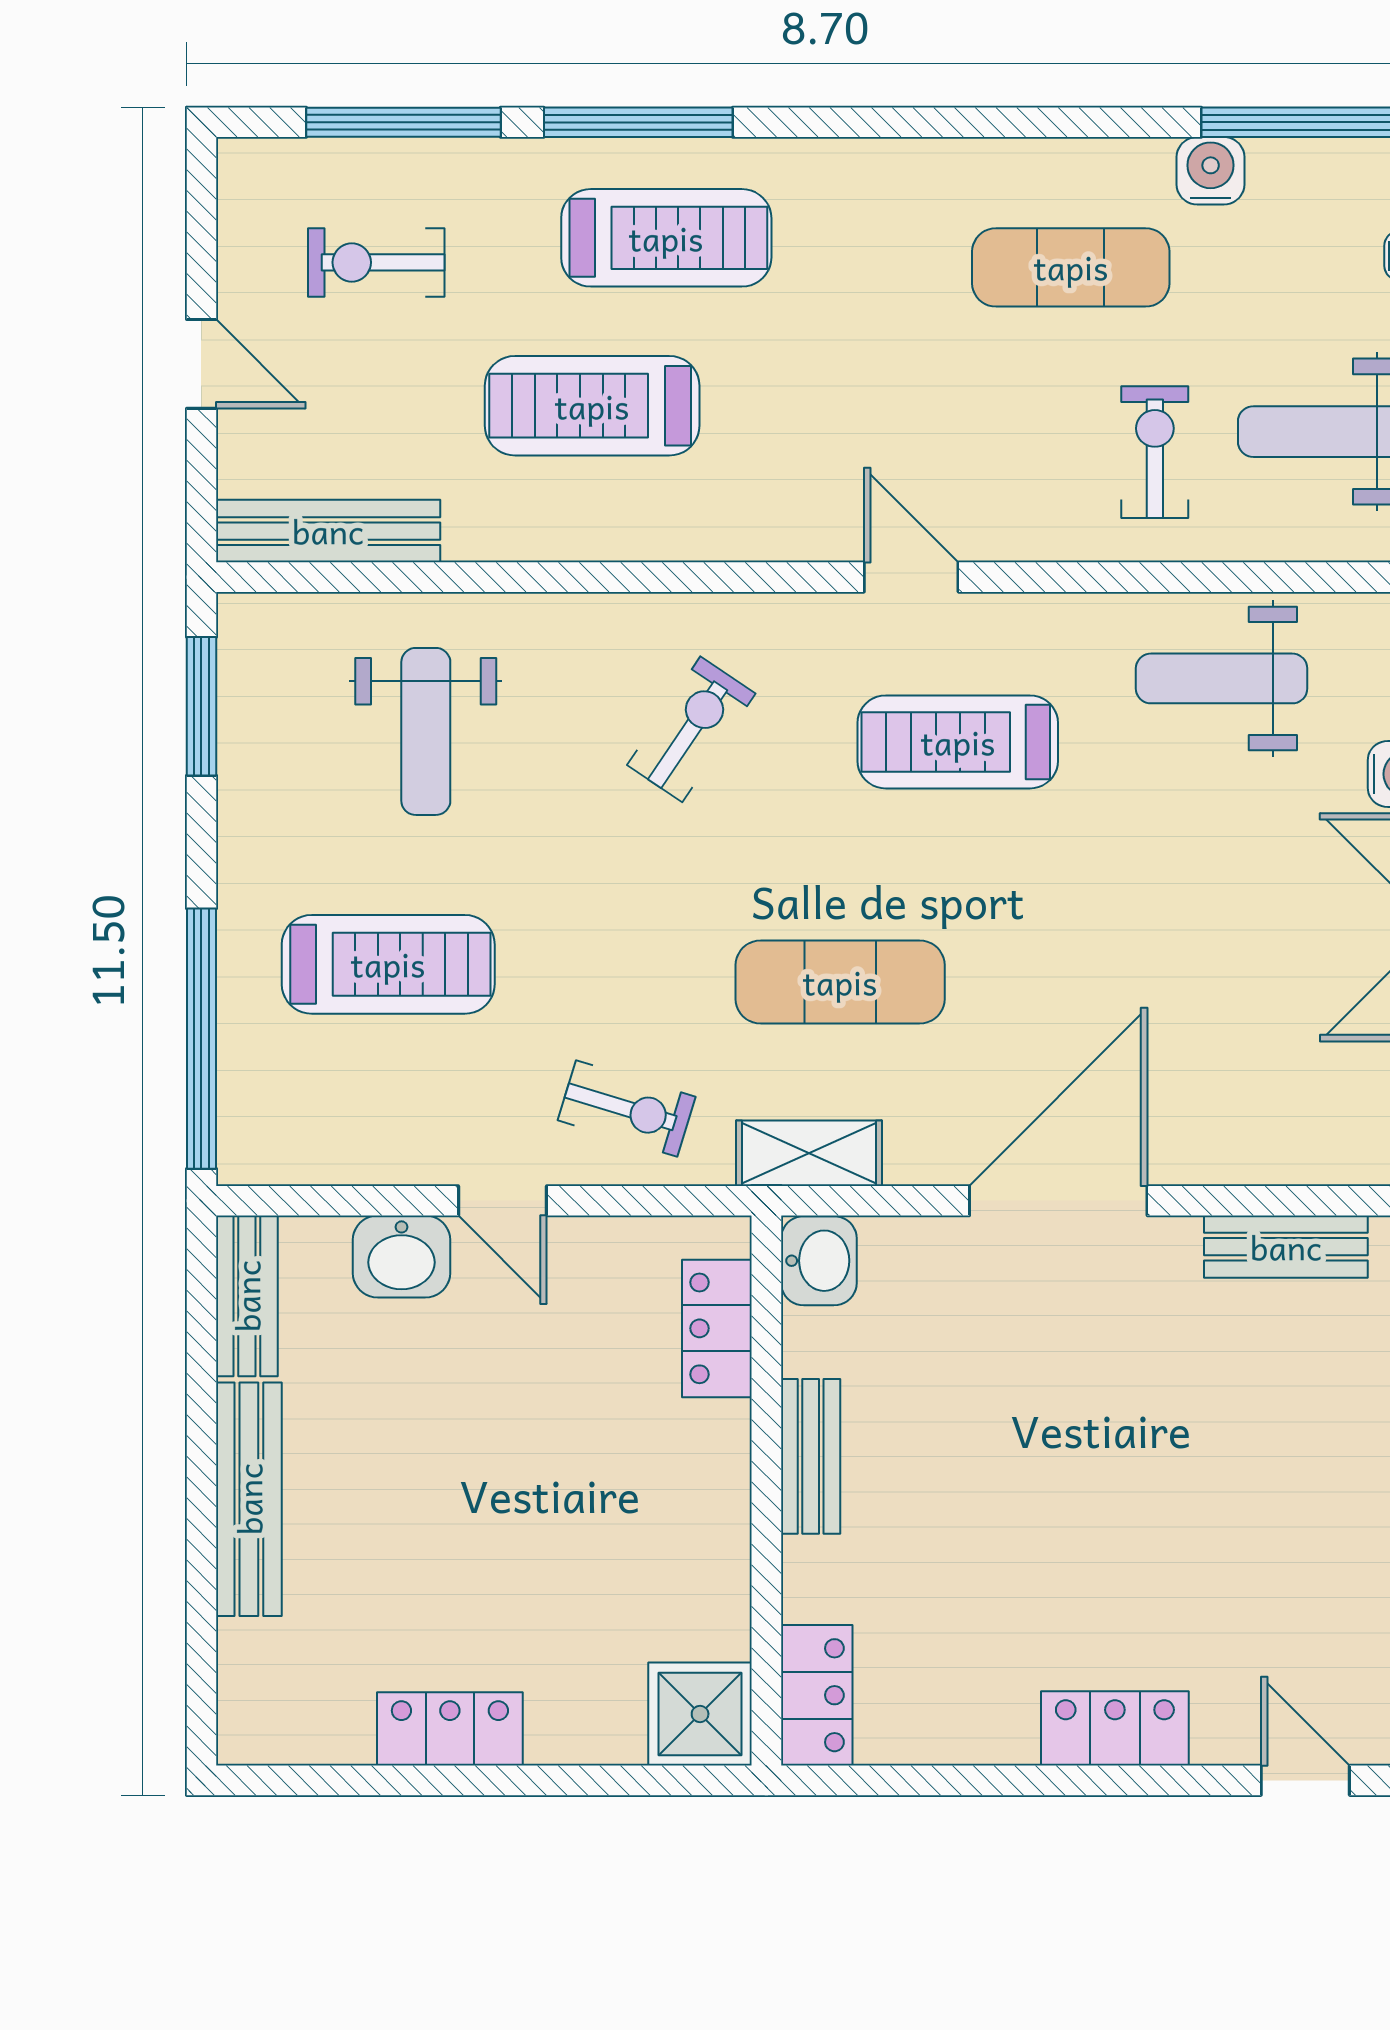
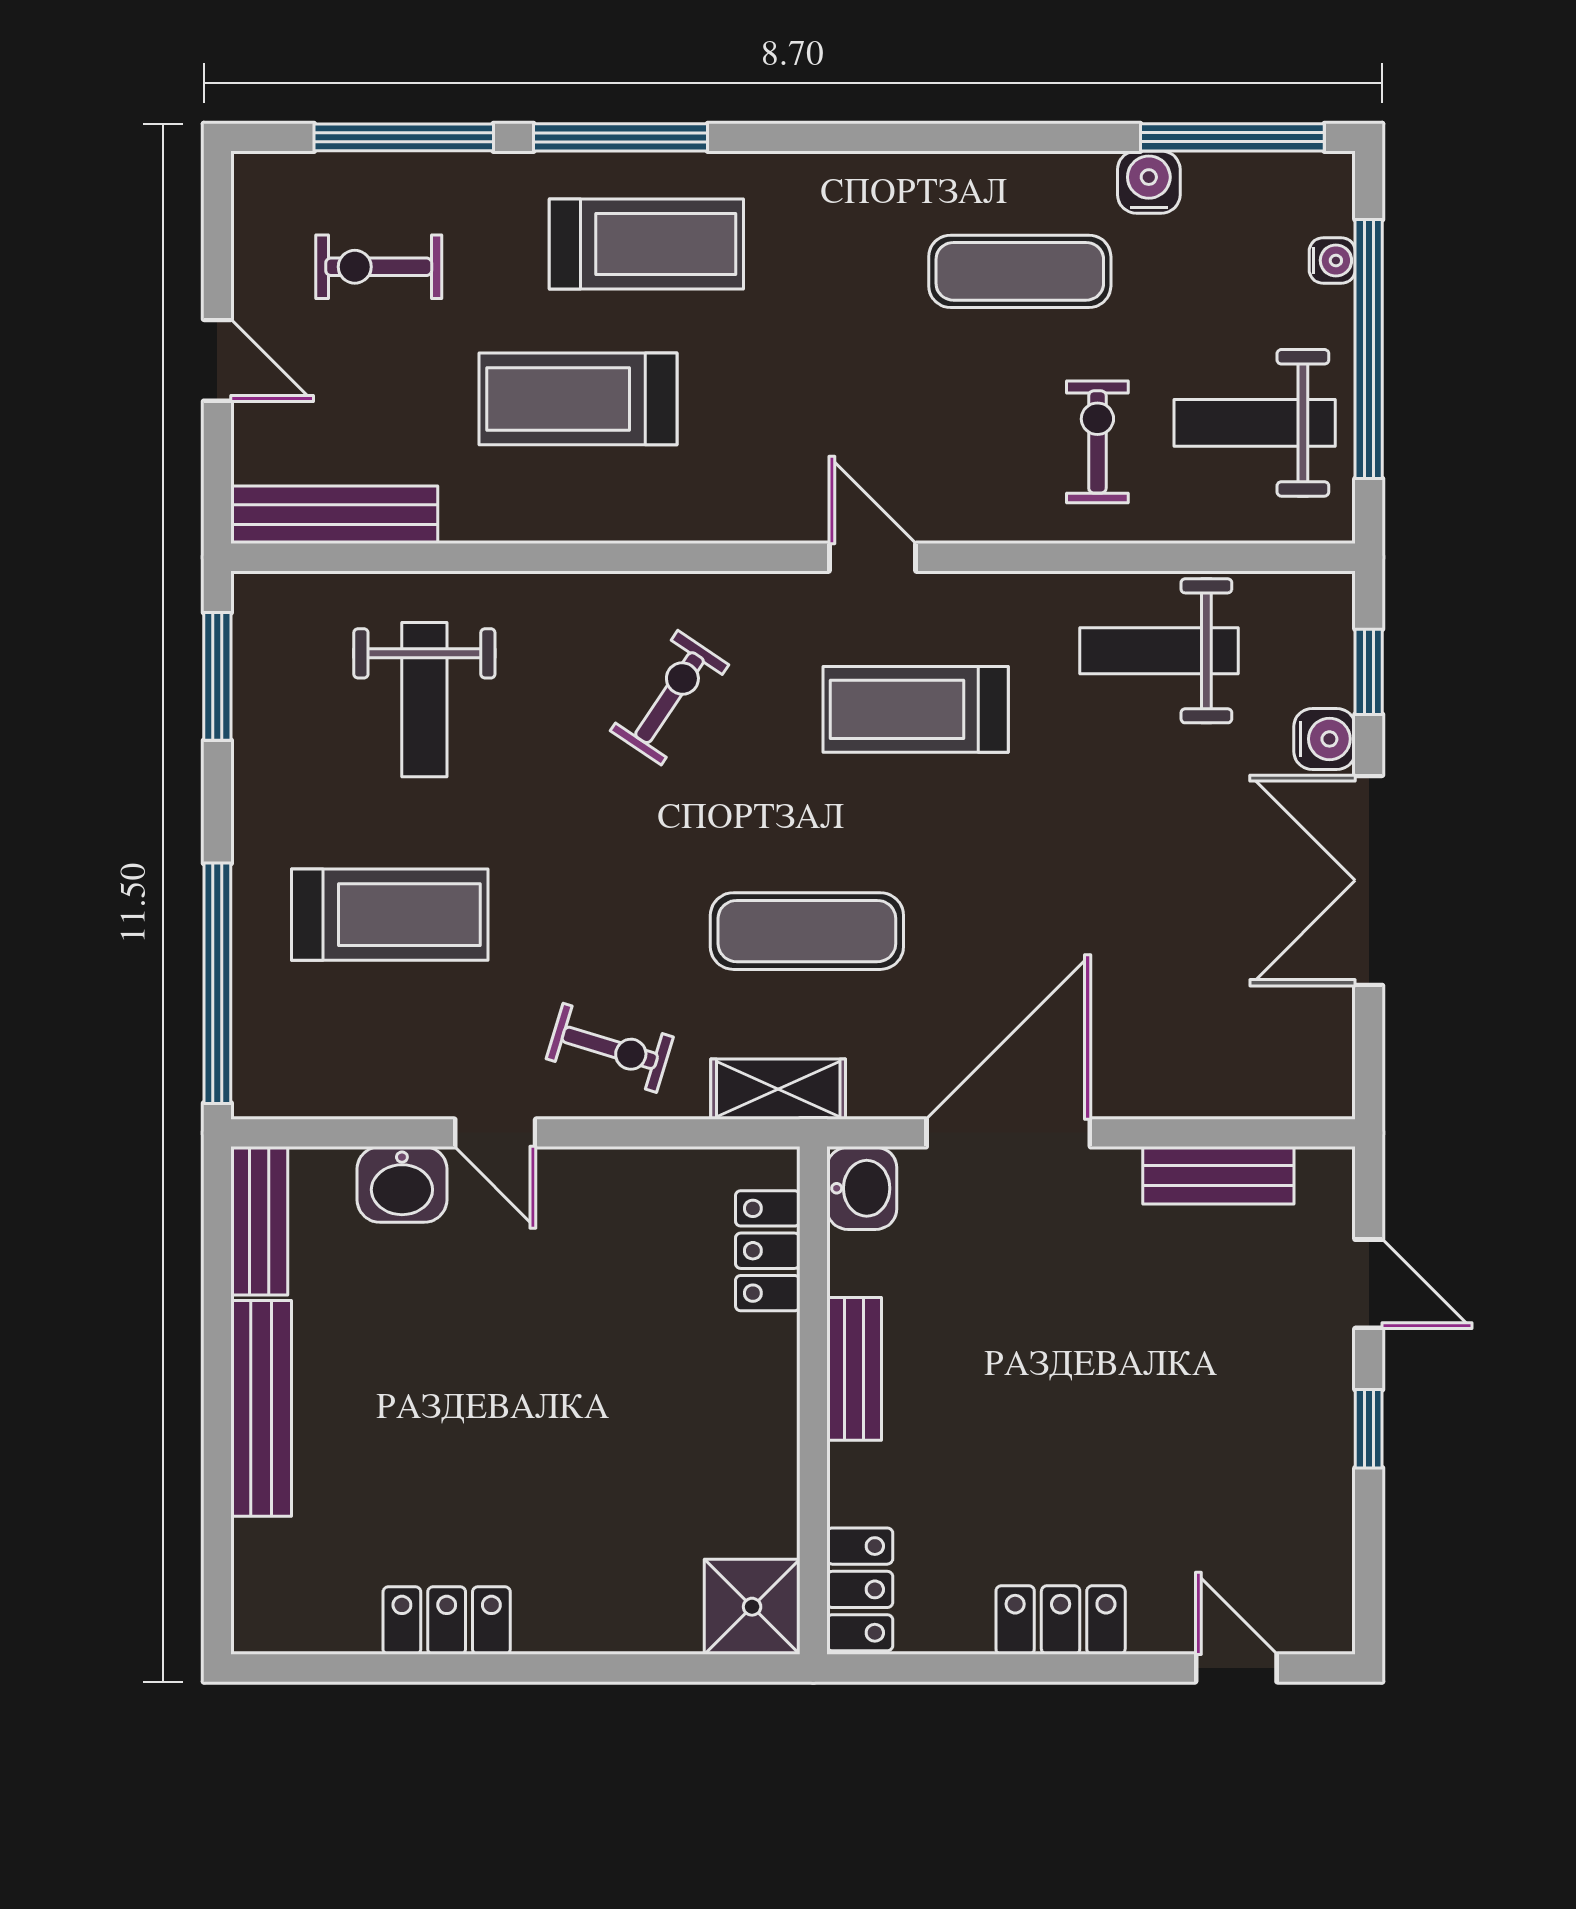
washbasin: (819, 1261) -> (862, 1188), moved
locker: (717, 1328) -> (768, 1251), moved
bench: (811, 1456) -> (854, 1369), moved
wall: (766, 1491) -> (813, 1400), moved
locker: (817, 1695) -> (860, 1589), moved
shower: (700, 1714) -> (752, 1607), moved

